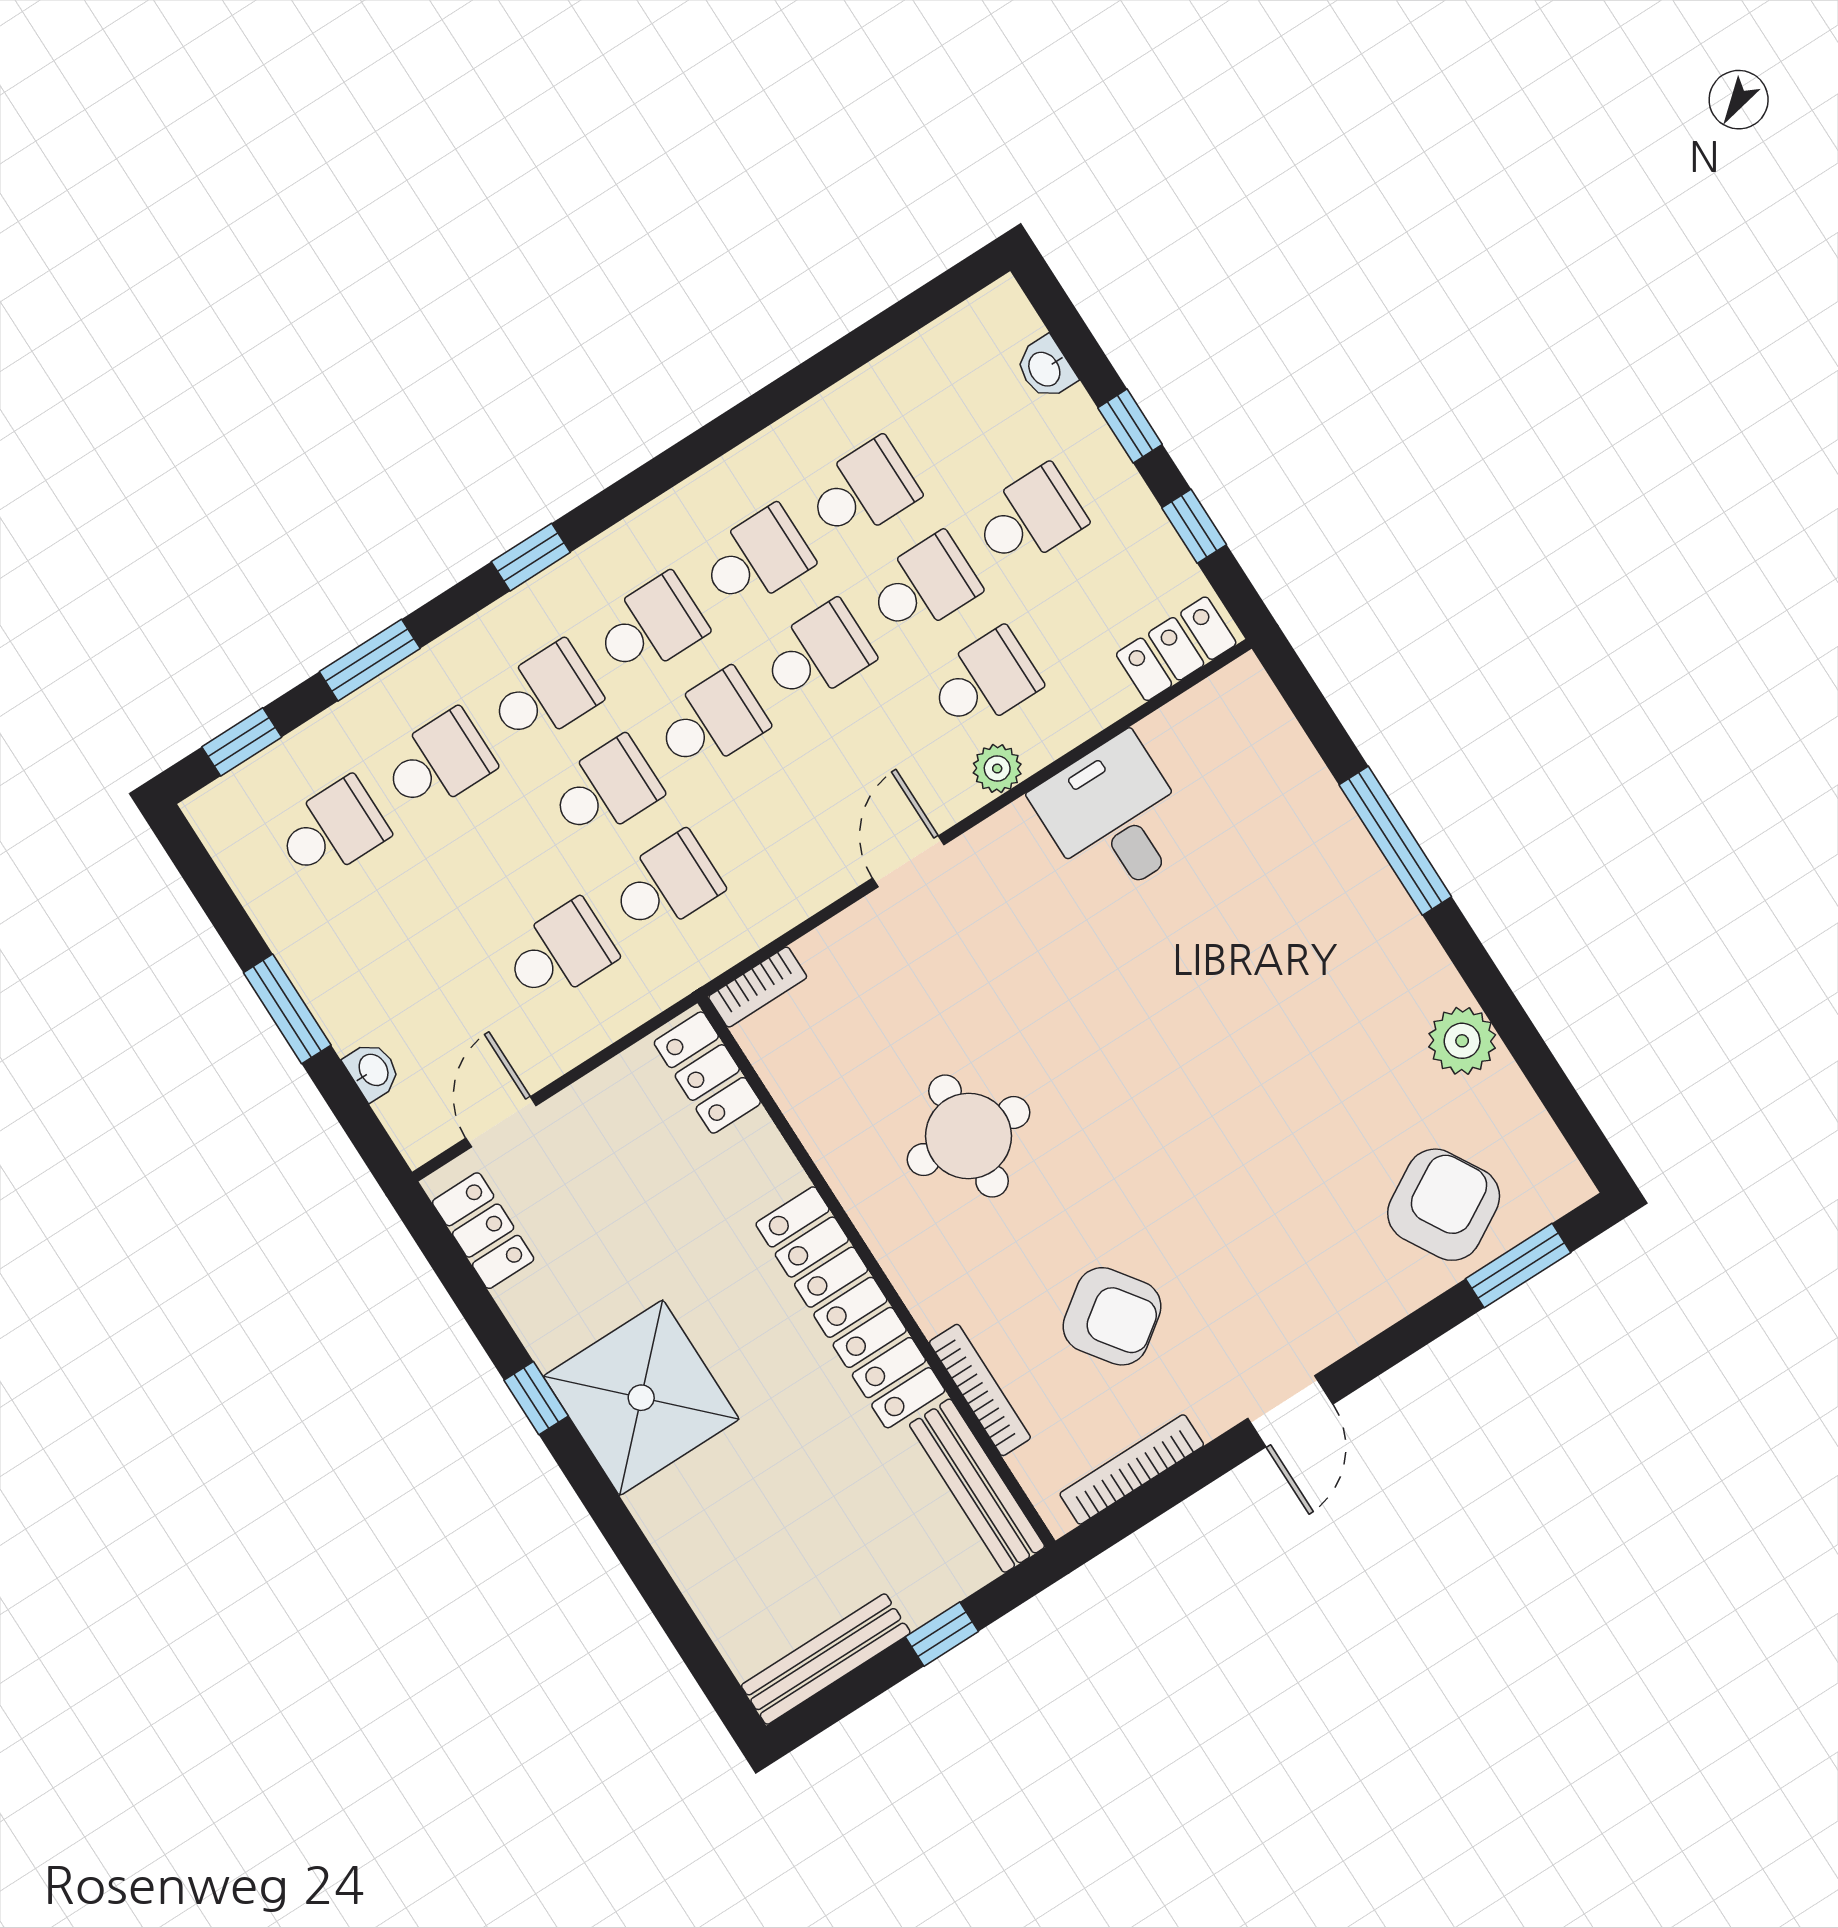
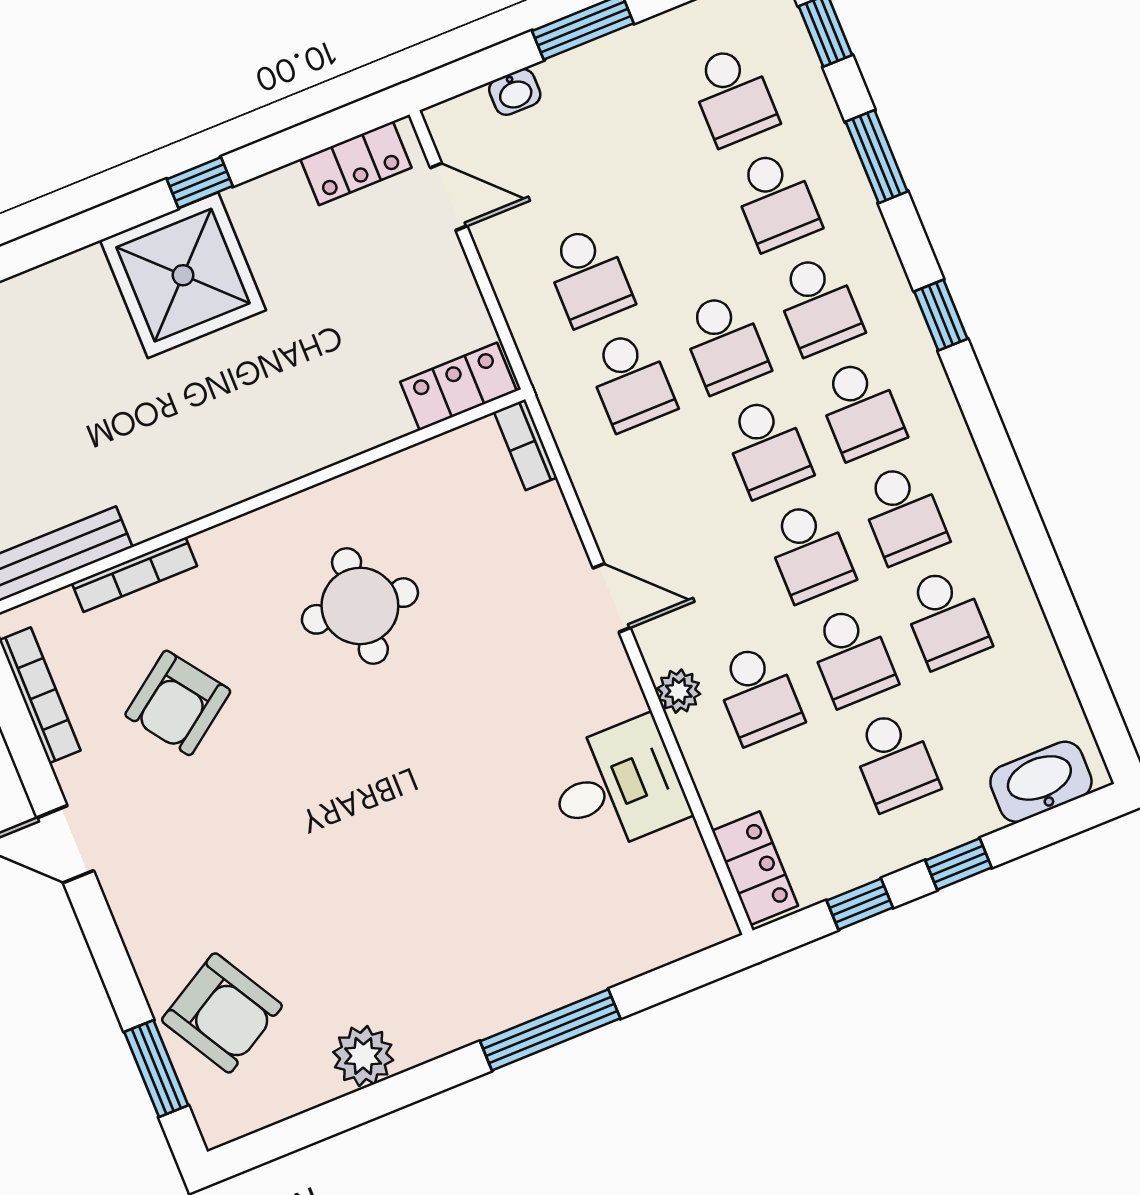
washbasin: (1045, 368) -> (1041, 782), width x1.91, depth x1.45
locker: (850, 1307) -> (228, 474), removed

